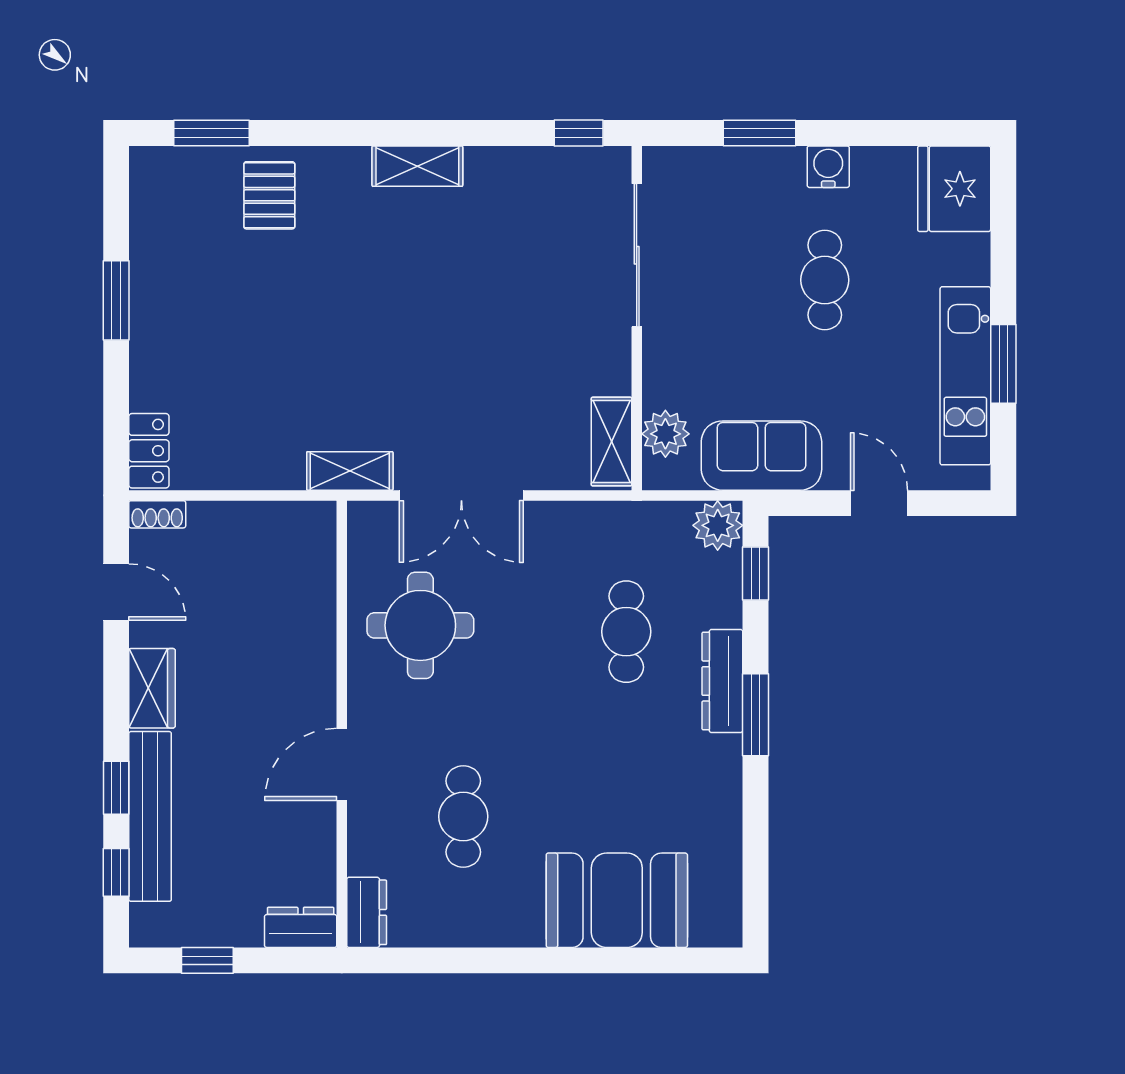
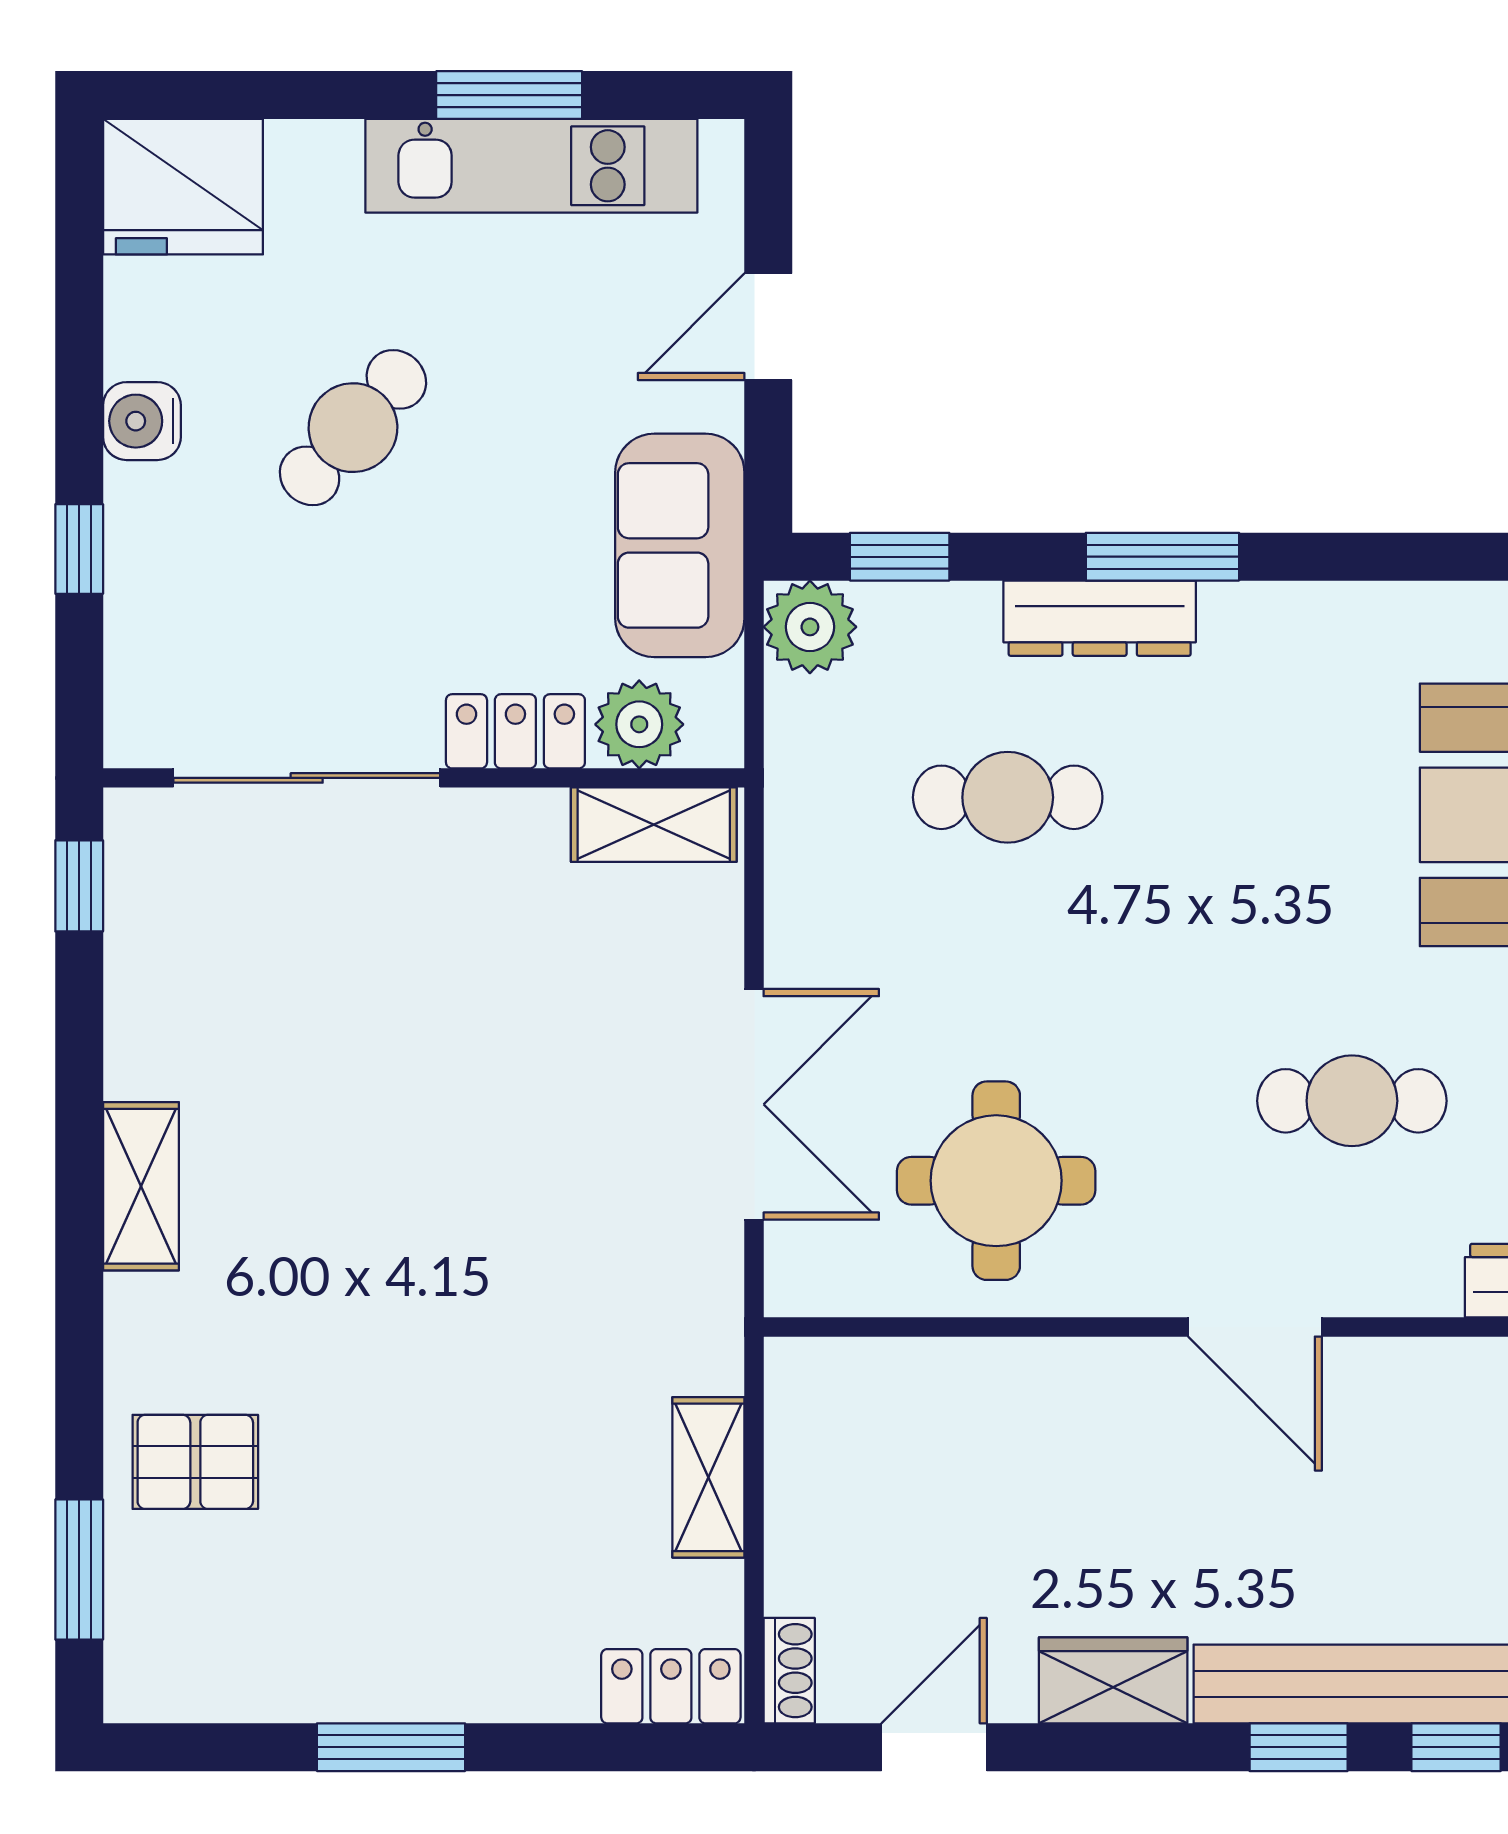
window: (760, 133) -> (79, 549), width x0.67
cafe table: (825, 280) -> (353, 428), turned -48
locker: (662, 367) -> (515, 731), added
shelving: (350, 471) -> (708, 1477), moved

